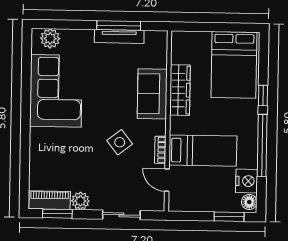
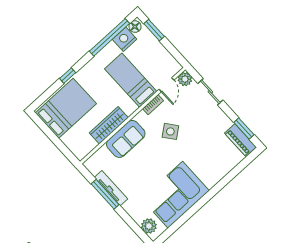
window: (262, 146) -> (110, 37), moved
plant: (80, 201) -> (185, 79), moved

